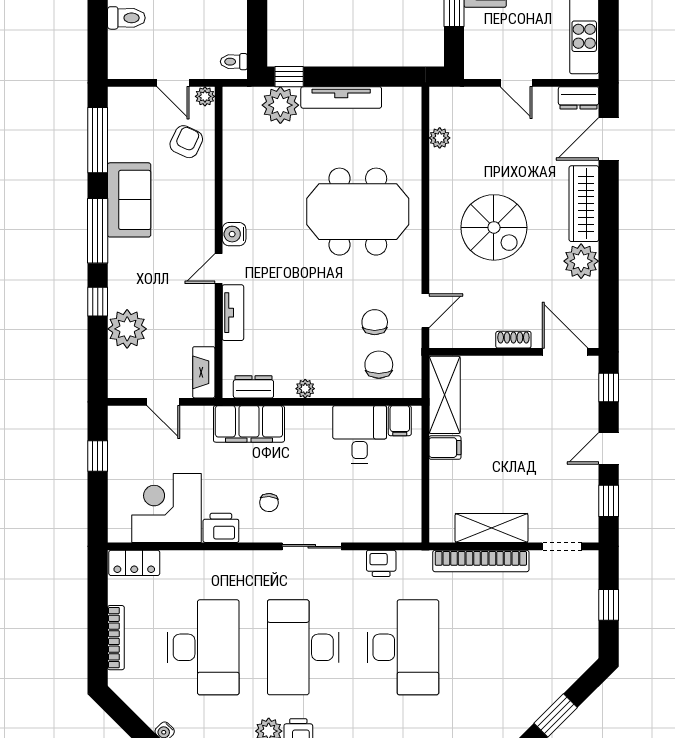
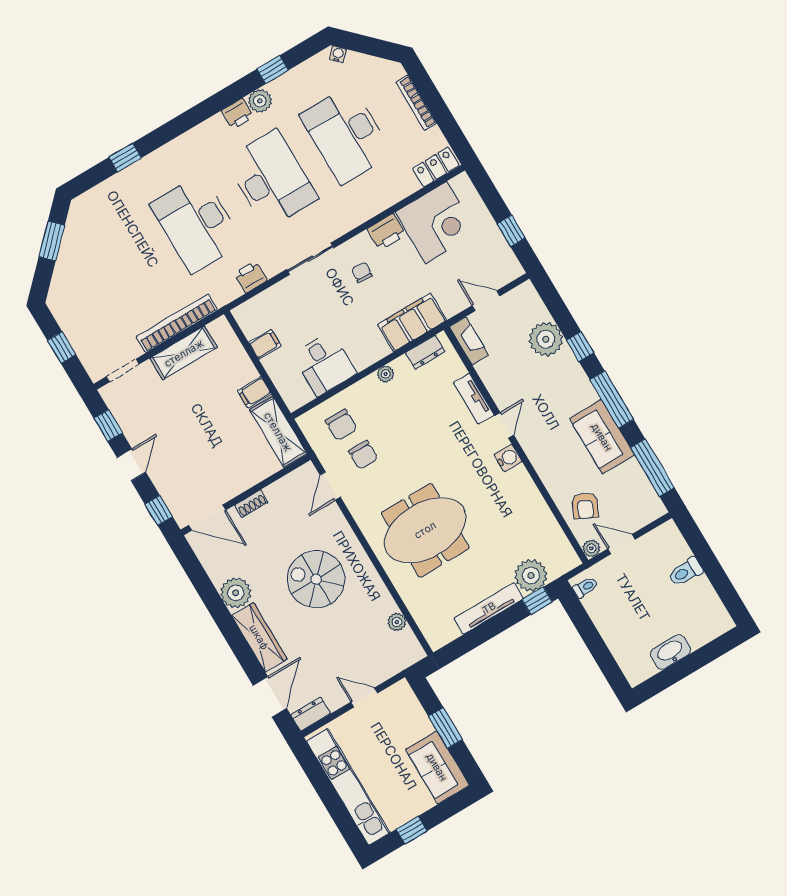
filing cabinet: (400, 421) -> (265, 344), moved, turned 90

